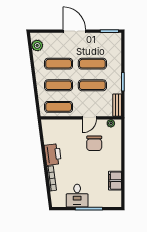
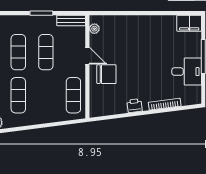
exercise mat: (59, 85) -> (46, 95), removed
chair: (94, 143) -> (106, 74), moved
printer: (53, 154) -> (135, 106), width x0.53, depth x0.68
filing cabinet: (115, 181) -> (189, 23), moved

